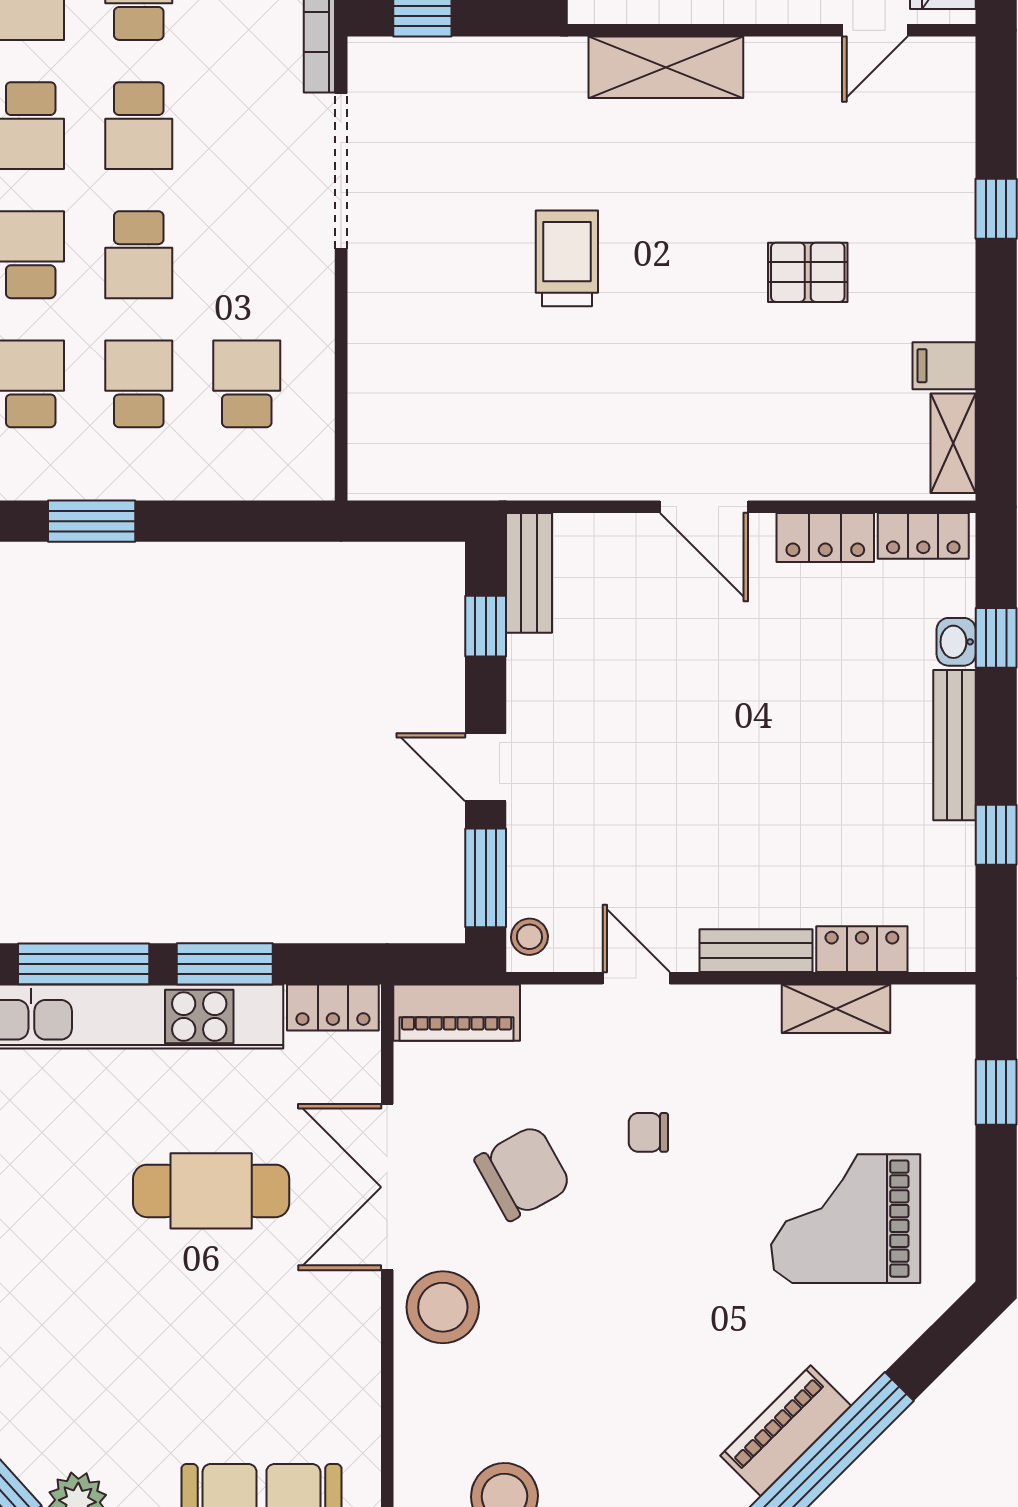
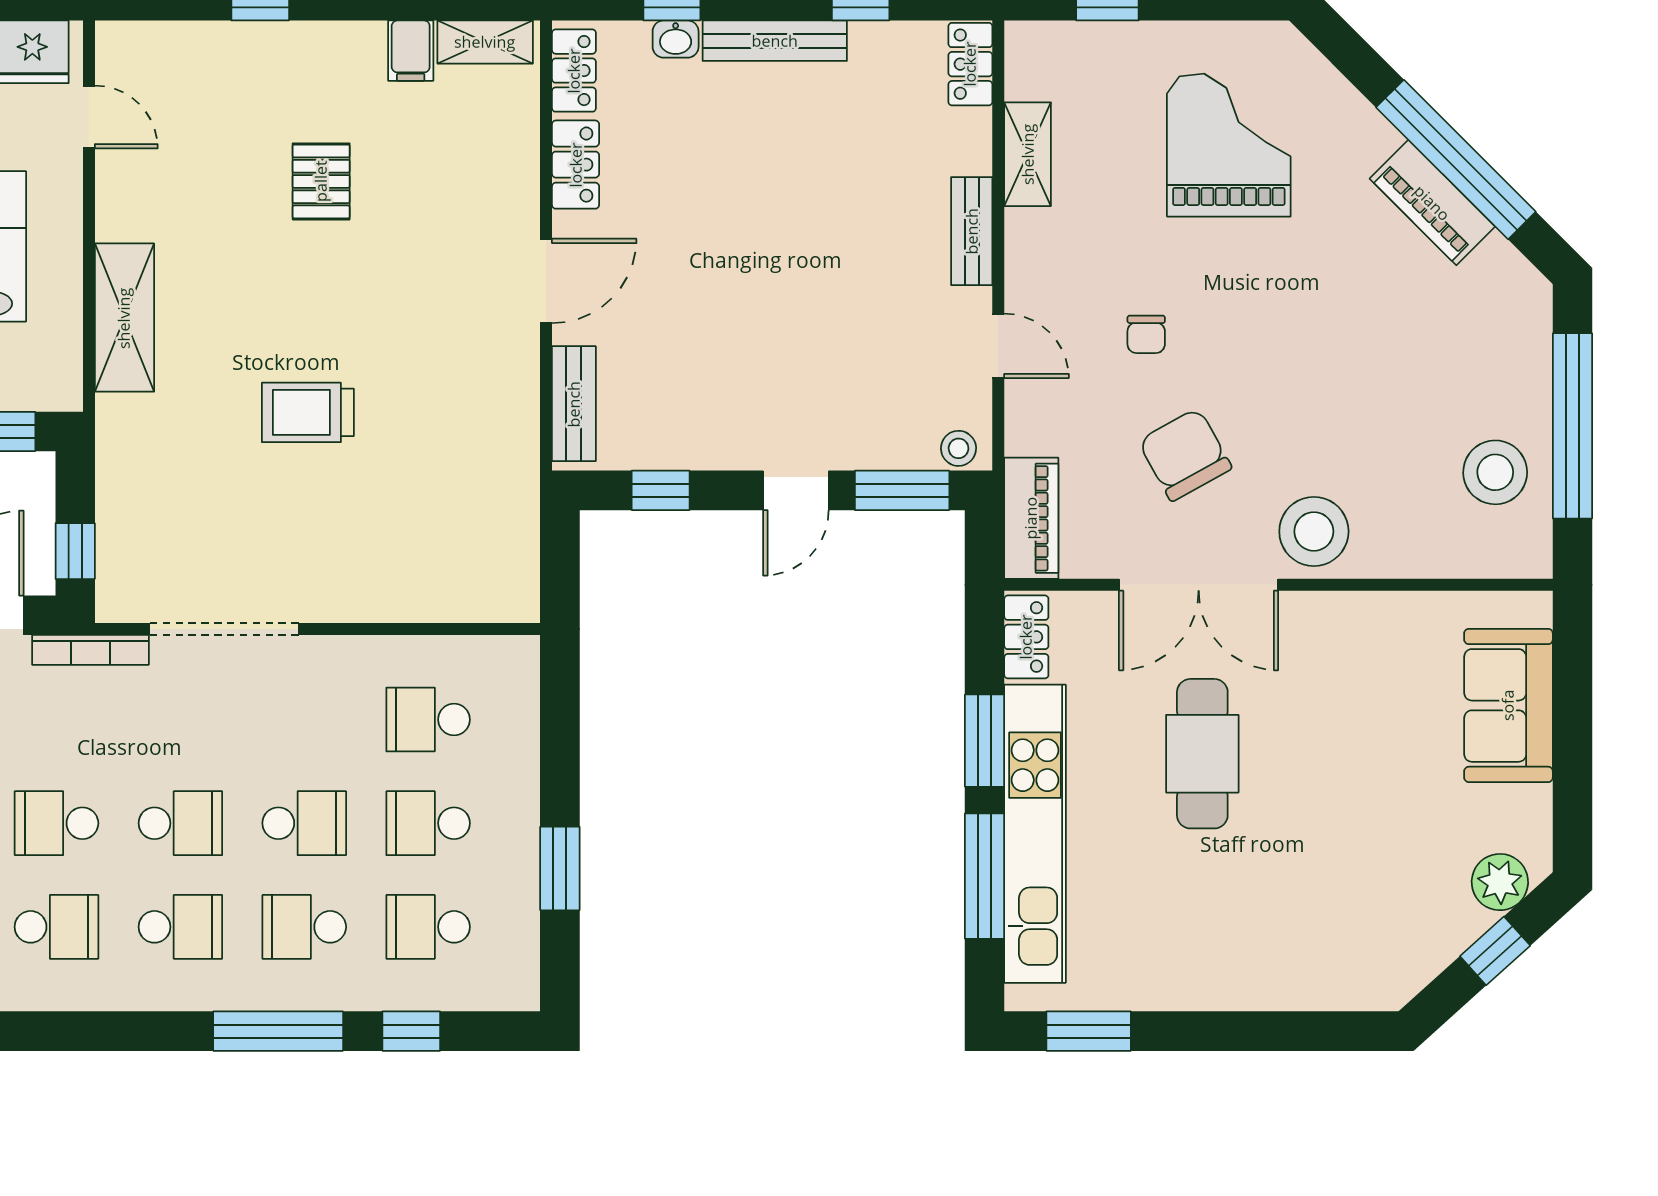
bench: (529, 573) -> (574, 404), moved, turned 90
locker: (862, 949) -> (970, 64), moved
door: (636, 978) -> (998, 346), swing flipped
grand piano: (846, 1219) -> (1229, 145), turned 180

